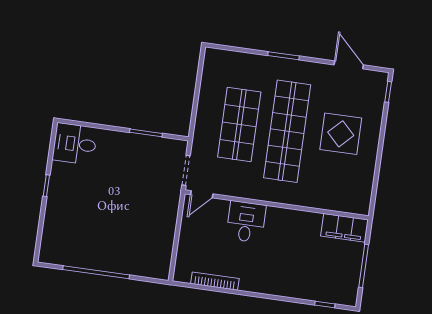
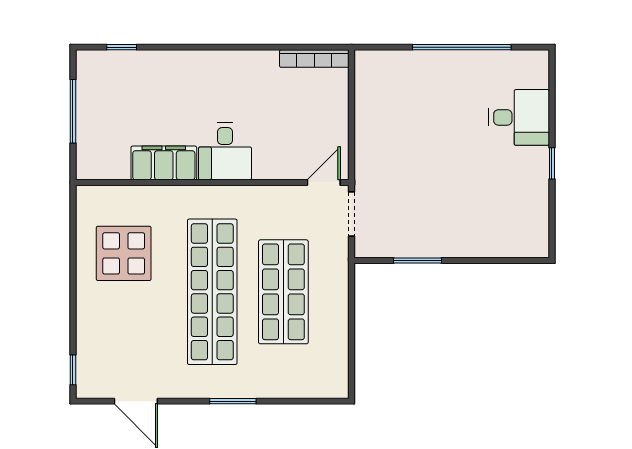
display table: (341, 134) -> (124, 253), moved
desk: (75, 144) -> (519, 117), moved
desk: (246, 222) -> (225, 151), moved
filing cabinet: (344, 228) -> (164, 163), moved
bookcase: (215, 281) -> (314, 59), moved

